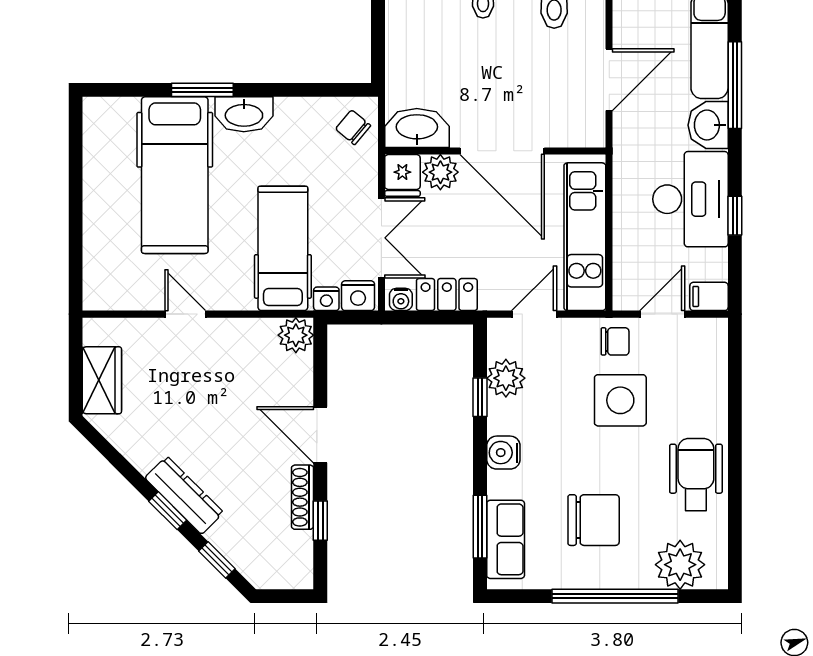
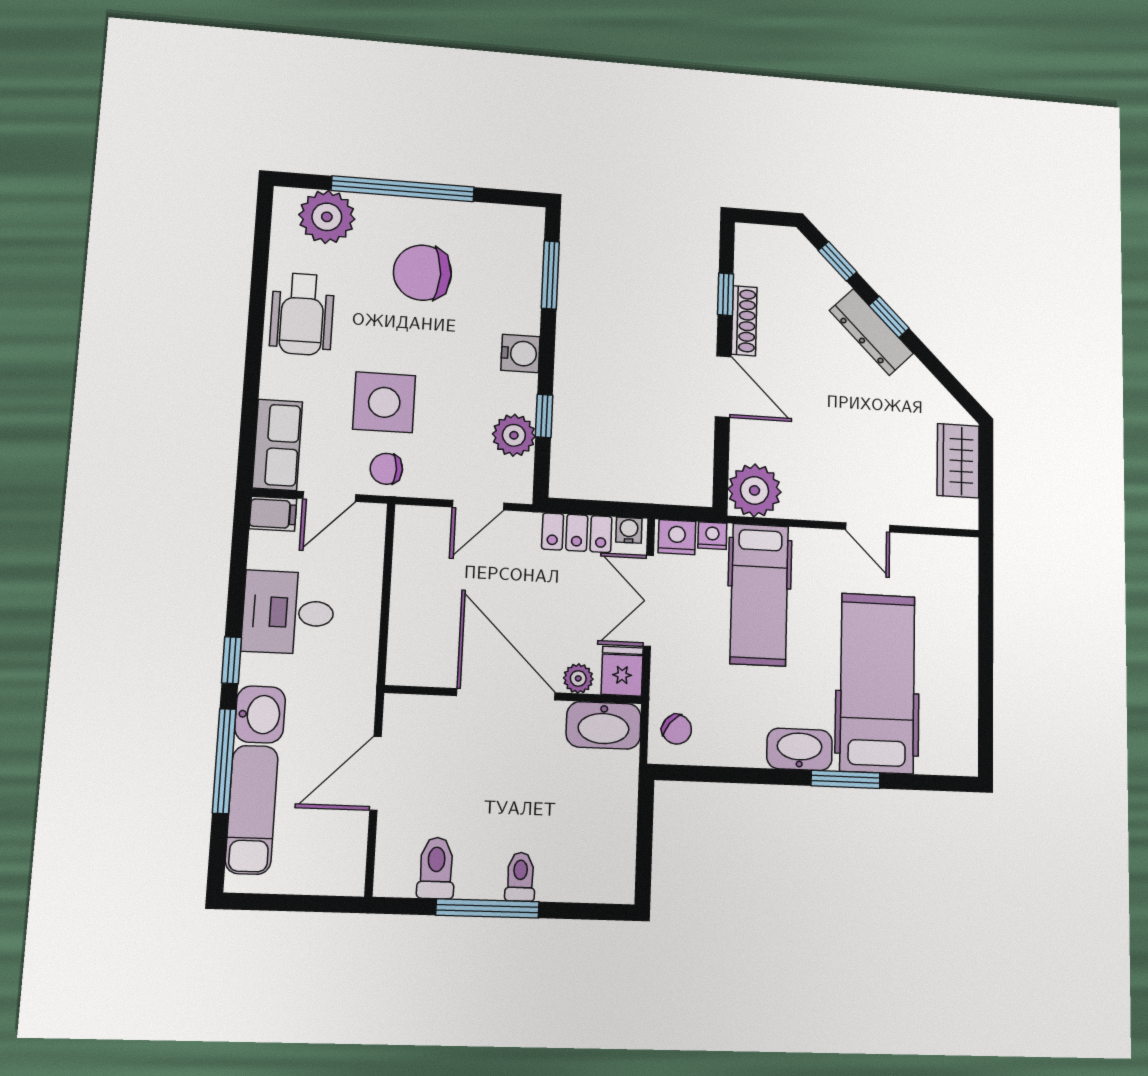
plant: (440, 172) -> (578, 678), width x0.73, depth x0.73
desk: (690, 199) -> (288, 613), width x0.73
window: (735, 216) -> (231, 660), moved
kitchen unit: (585, 237) -> (415, 590), removed
plant: (296, 335) -> (755, 490), width x1.36, depth x1.36
row of seats: (506, 539) -> (277, 445), moved, turned 180

